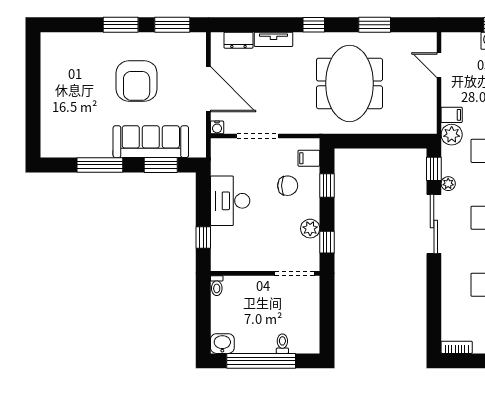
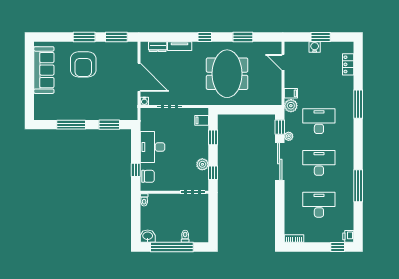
armchair: (137, 81) -> (83, 64), moved
sofa: (151, 142) -> (44, 70), moved, turned 90
chair: (288, 186) -> (148, 176), moved

